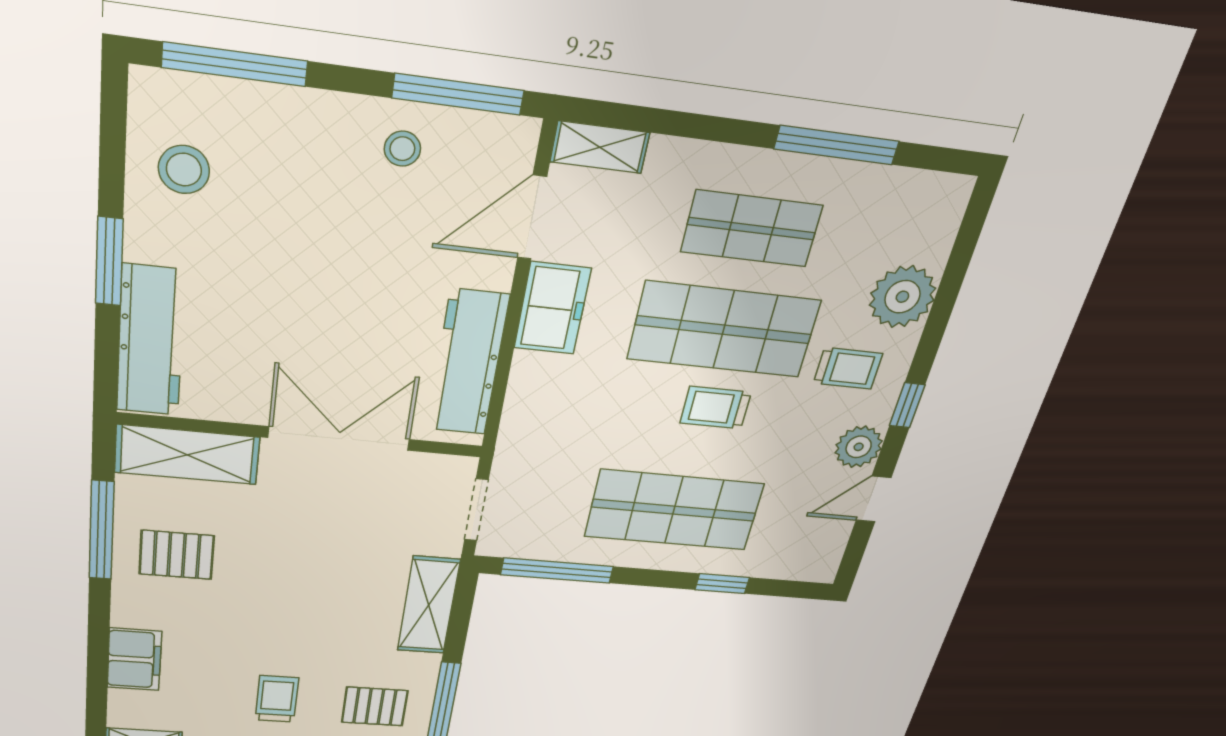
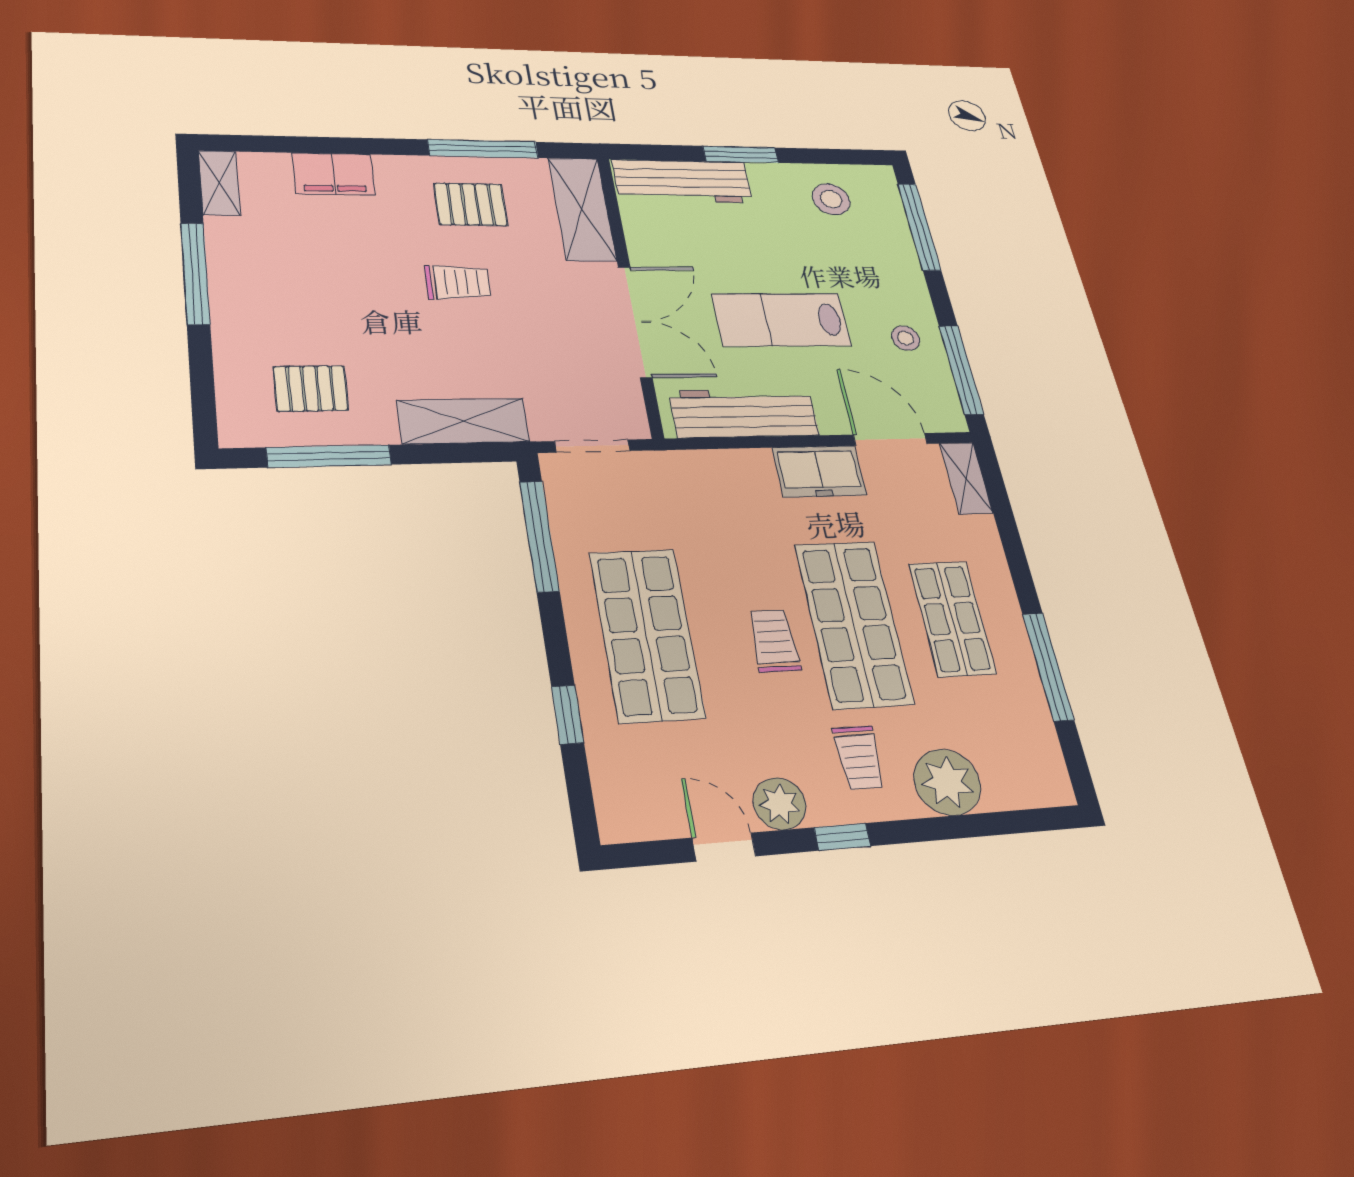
lab bench: (357, 288) -> (782, 320), added
pallet: (177, 555) -> (471, 204), turned 90
trolley: (277, 699) -> (457, 282), moved
pallet: (375, 706) -> (311, 388), turned 90

